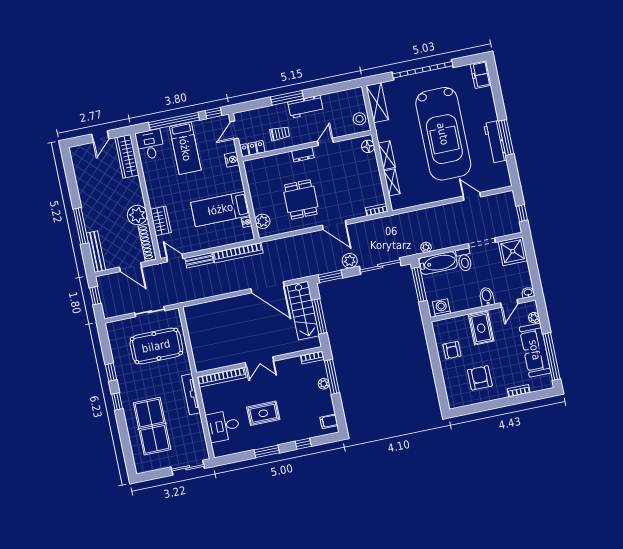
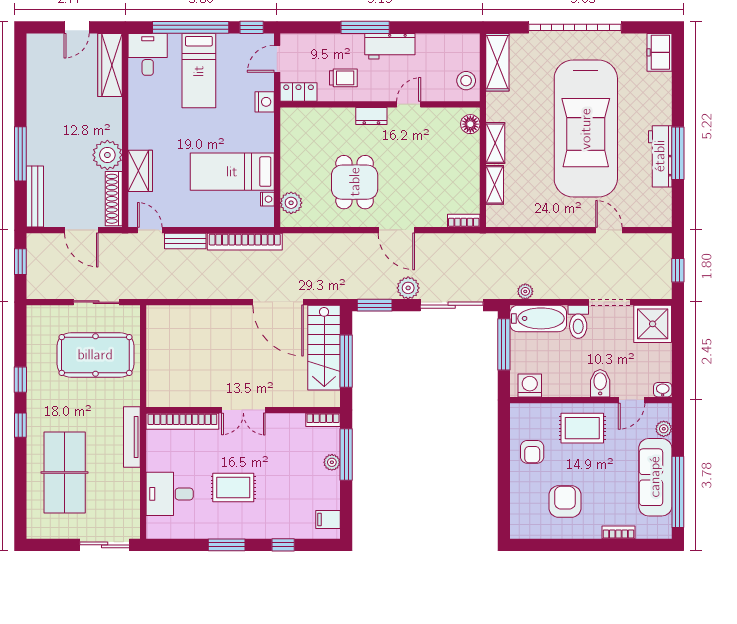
rug: (481, 328) -> (582, 428), turned 90

